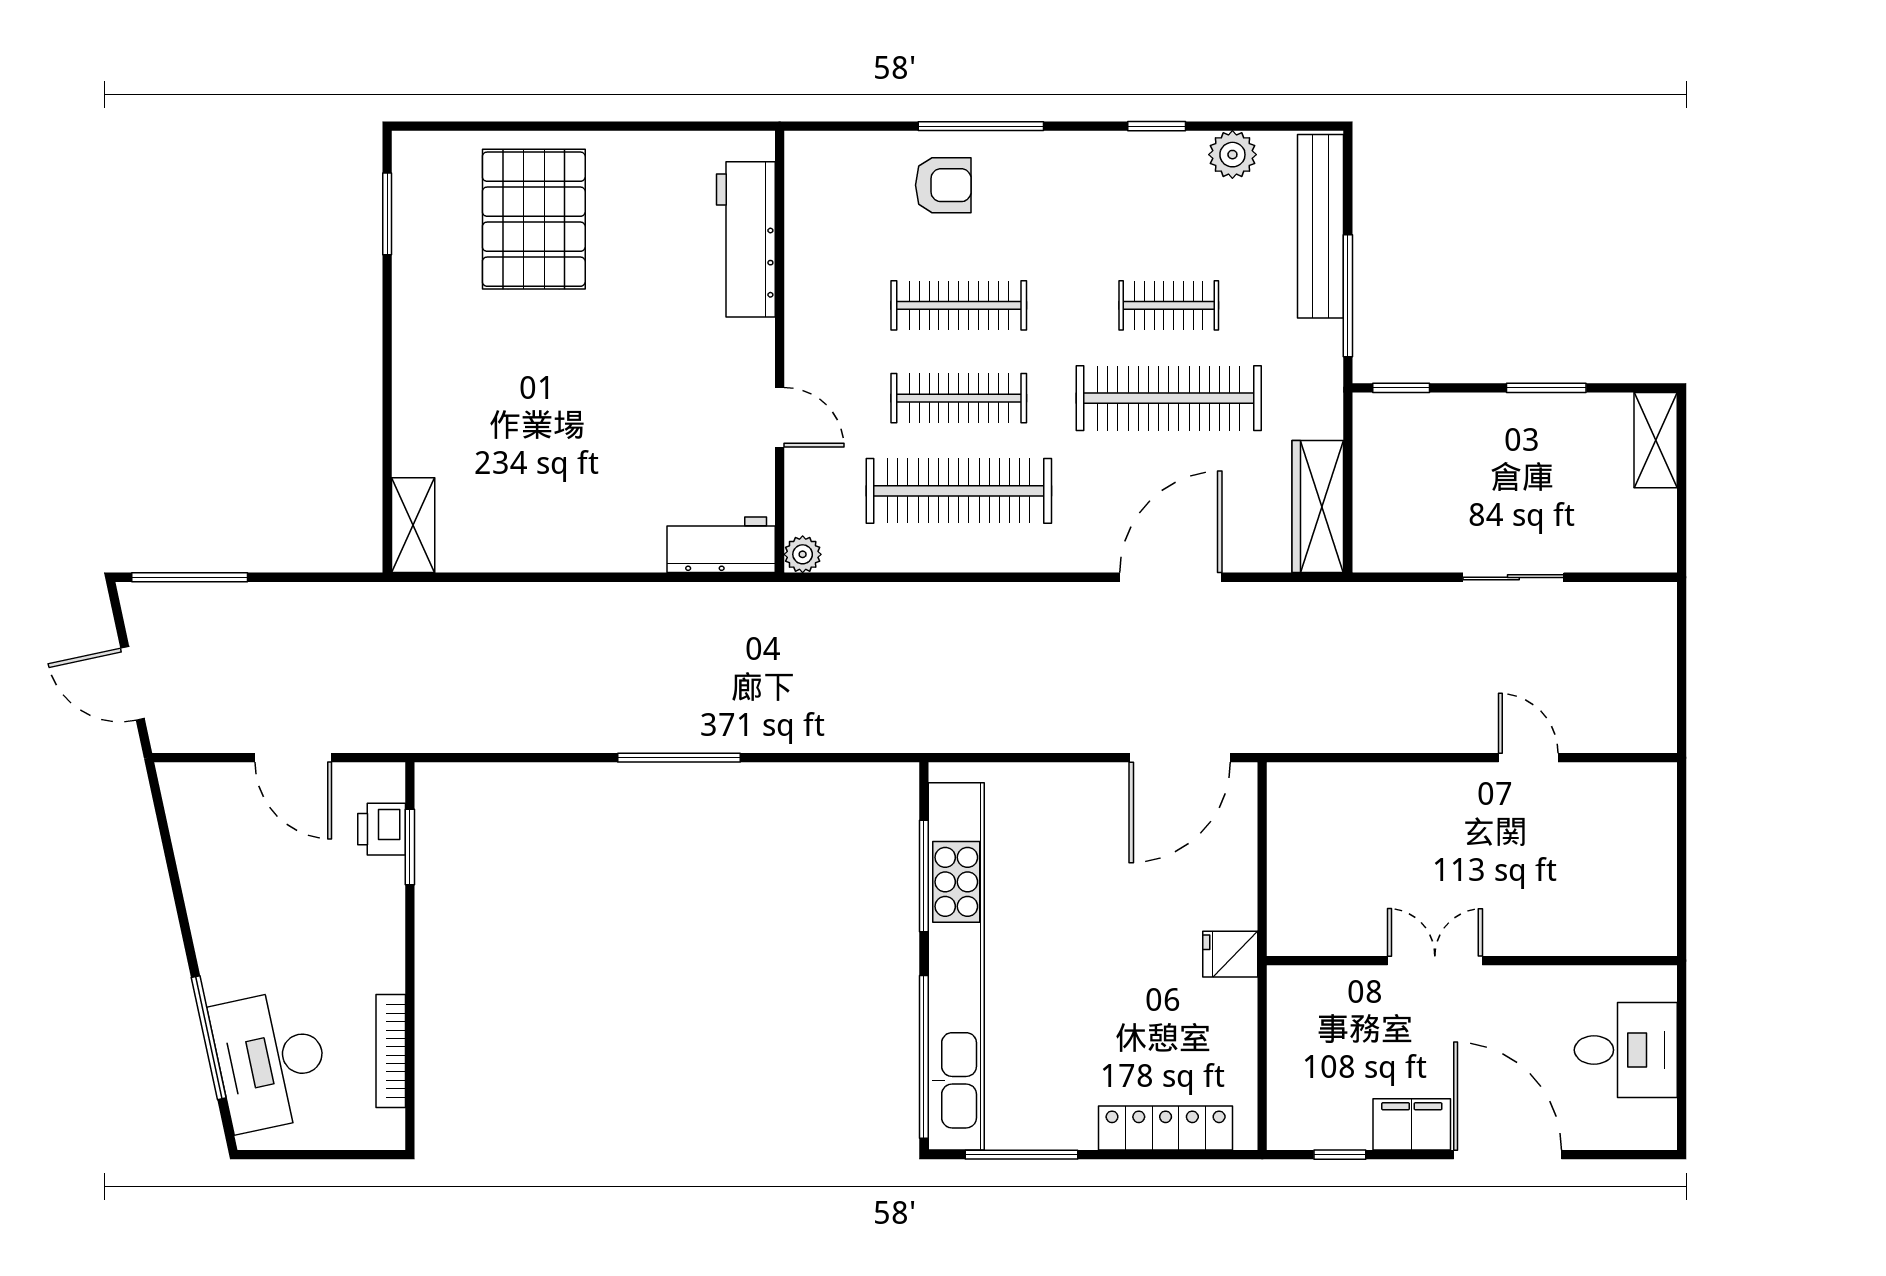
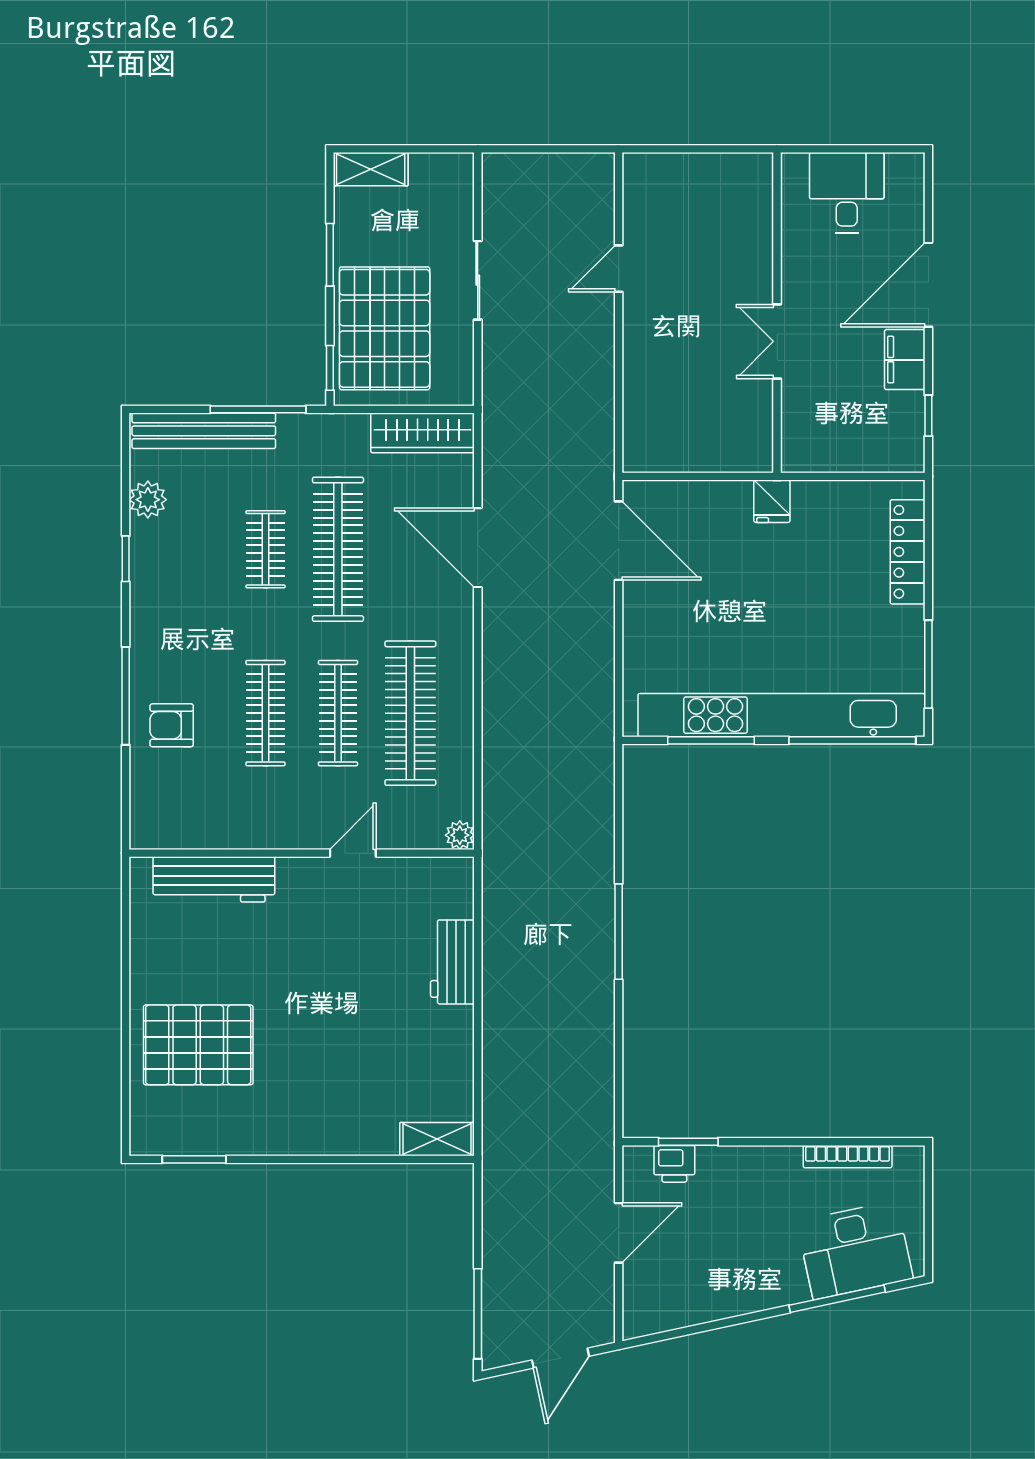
armchair: (943, 185) -> (172, 725), turned -90
pallet: (1452, 458) -> (385, 328), added
workbench: (721, 545) -> (452, 962), moved

